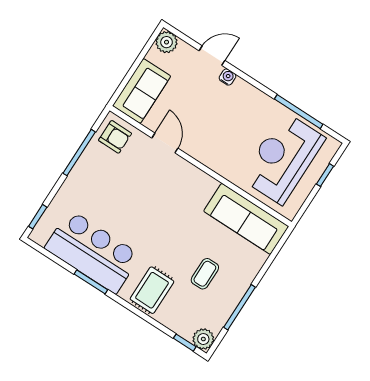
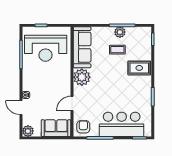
plant: (198, 187) -> (82, 77), added
bar counter: (93, 252) -> (122, 124), moved, turned 90
plant: (203, 339) -> (120, 32), moved

